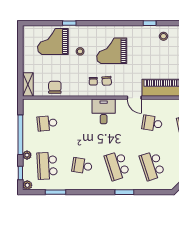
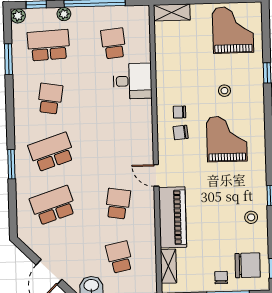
grand piano: (53, 41) -> (233, 30), moved
chair: (55, 87) -> (169, 54), removed
door: (134, 98) -> (156, 175), hinge flipped
desk: (104, 111) -> (132, 81), moved

